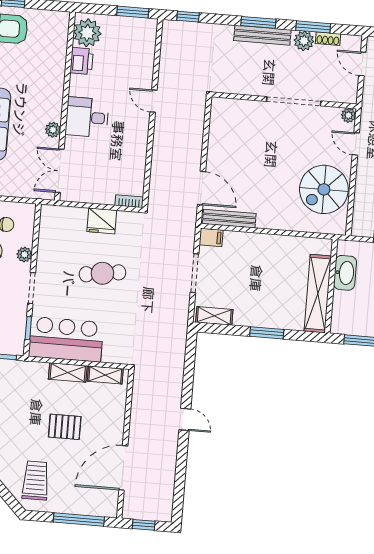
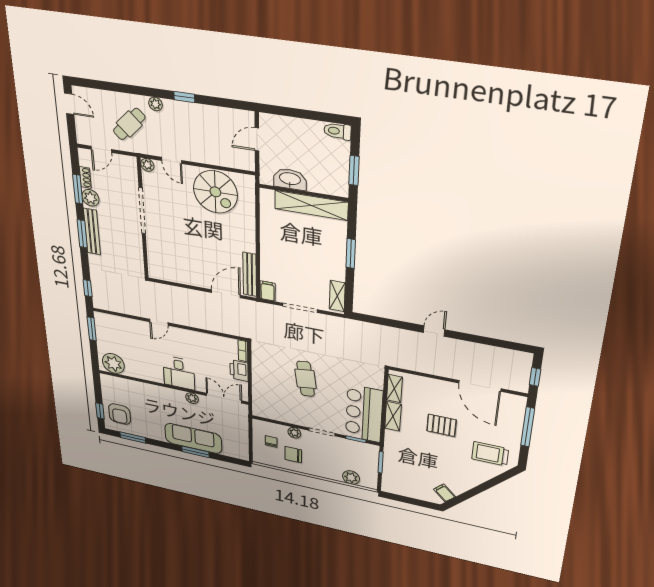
printer: (82, 61) -> (239, 371), moved, turned -90
door: (356, 144) -> (172, 160), hinge flipped
double door: (60, 171) -> (224, 398), swing flipped
fridge: (102, 221) -> (262, 373), removed
pallet: (65, 427) -> (442, 425), turned 90

